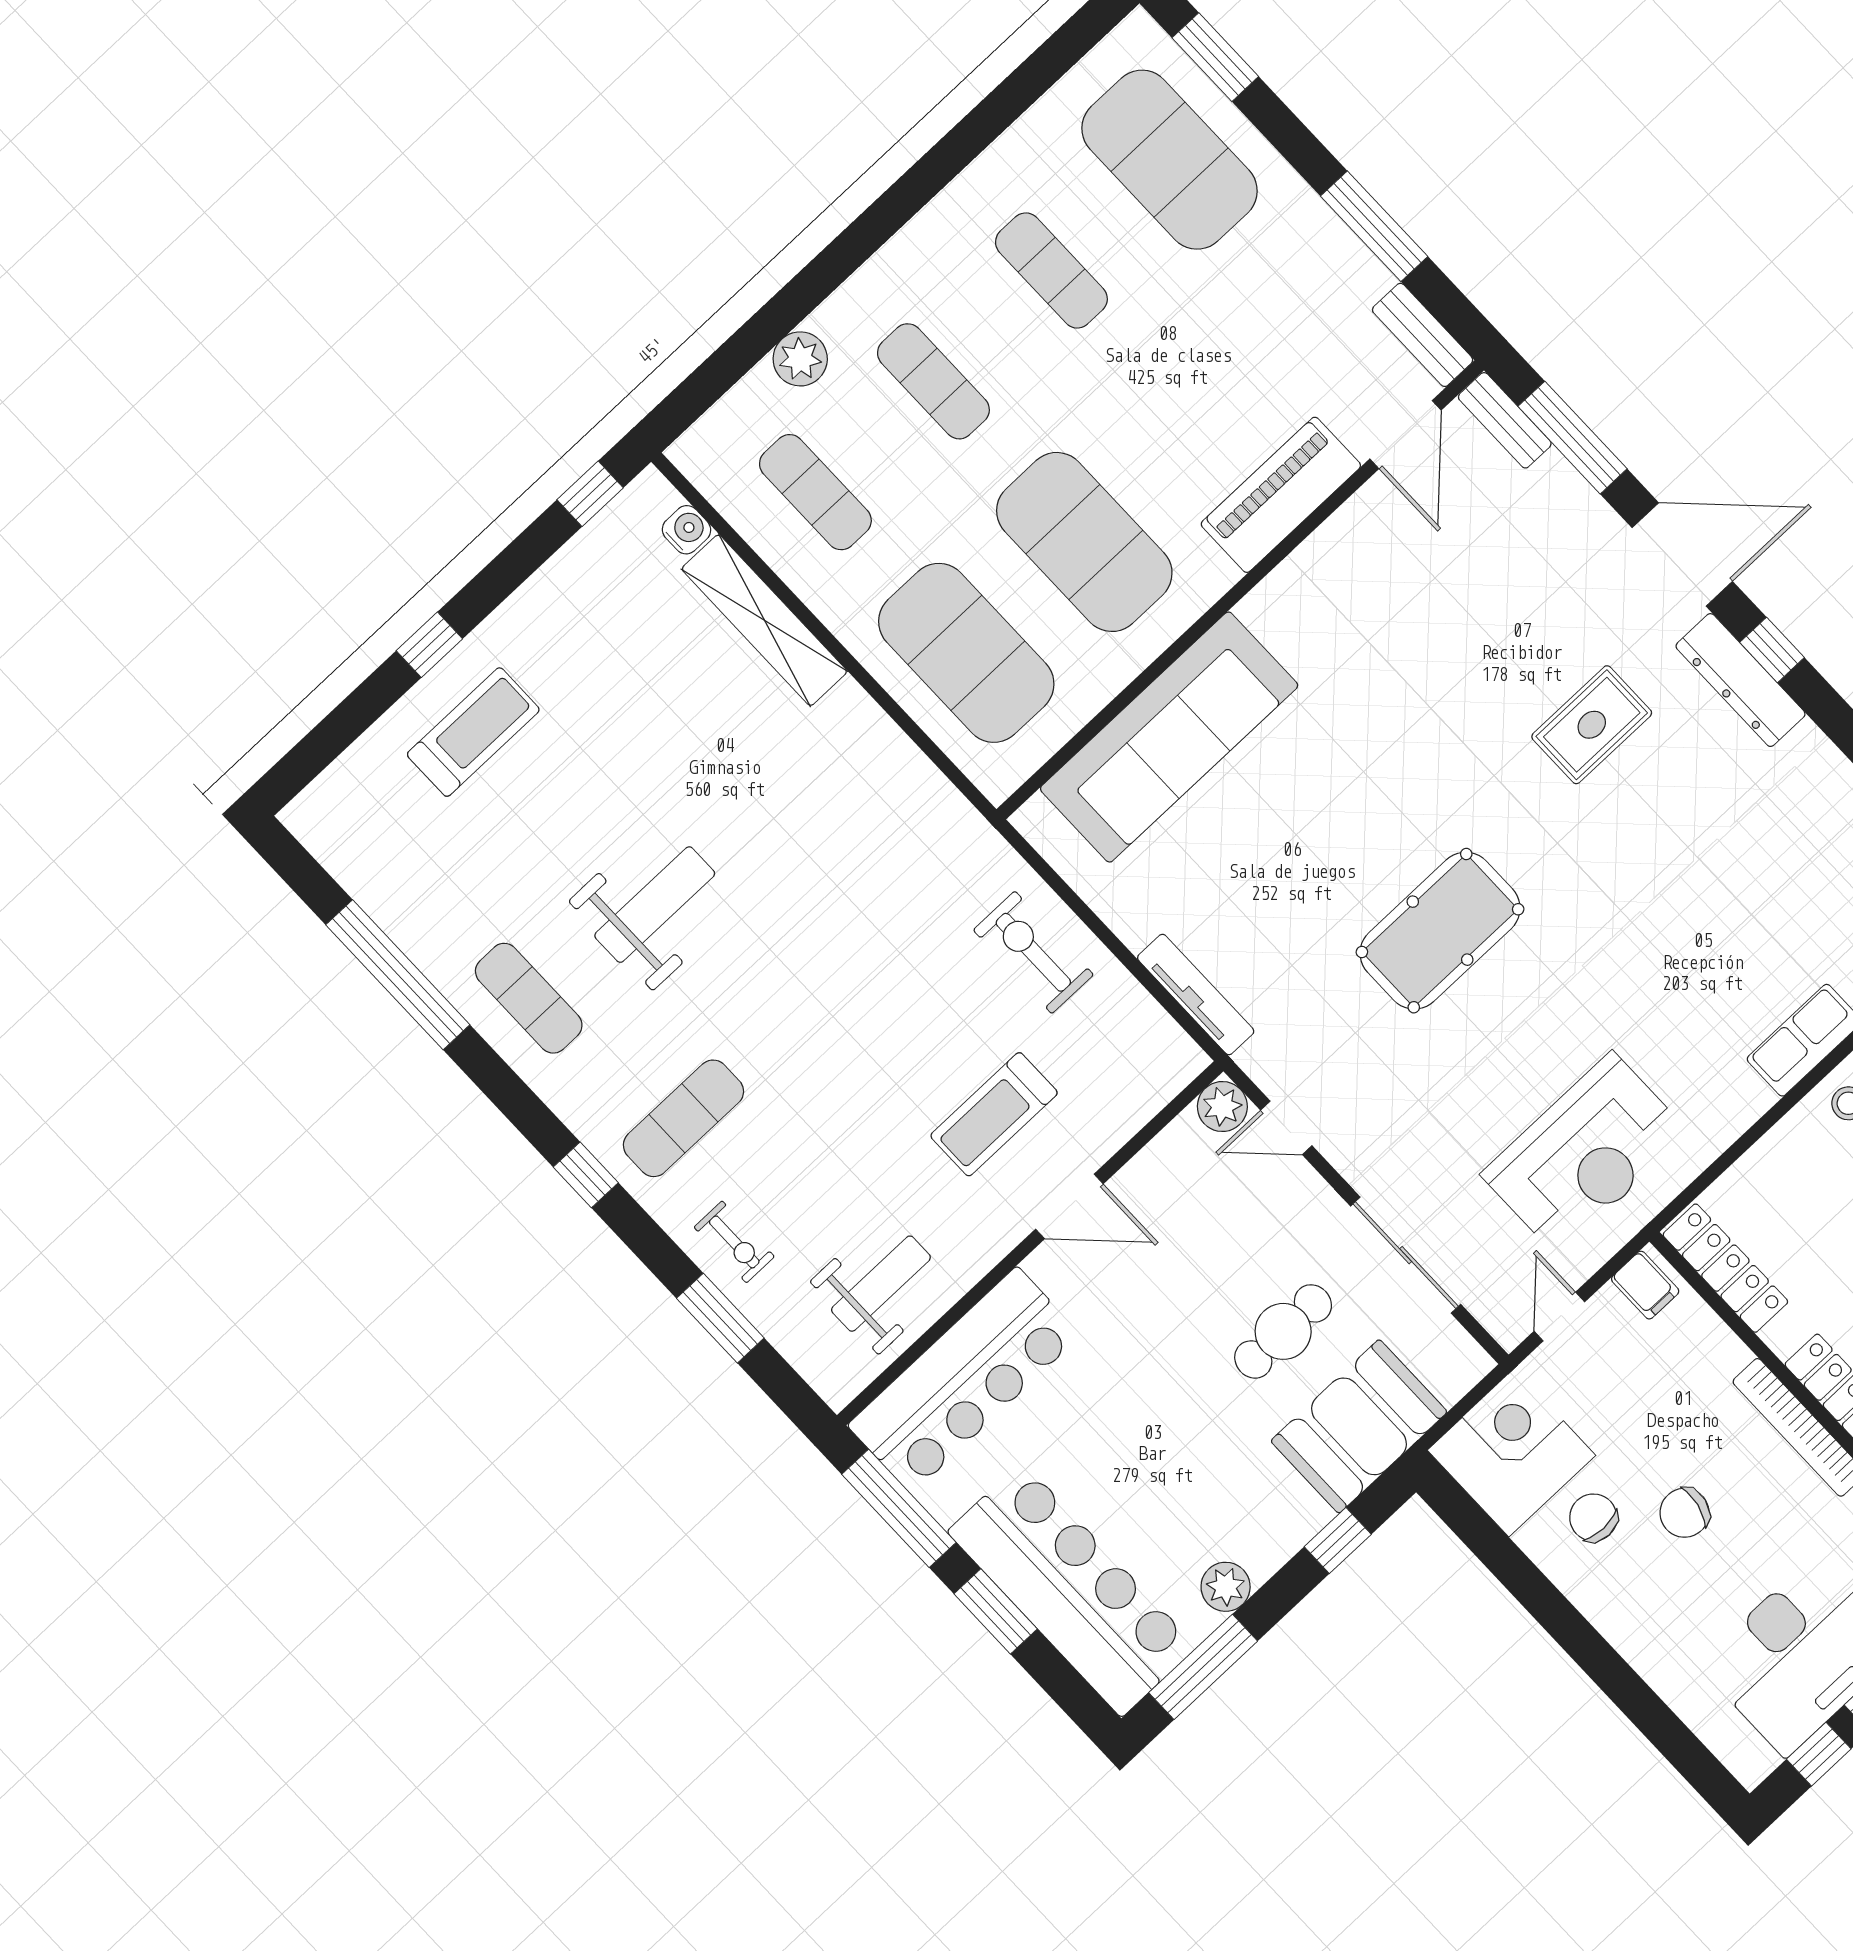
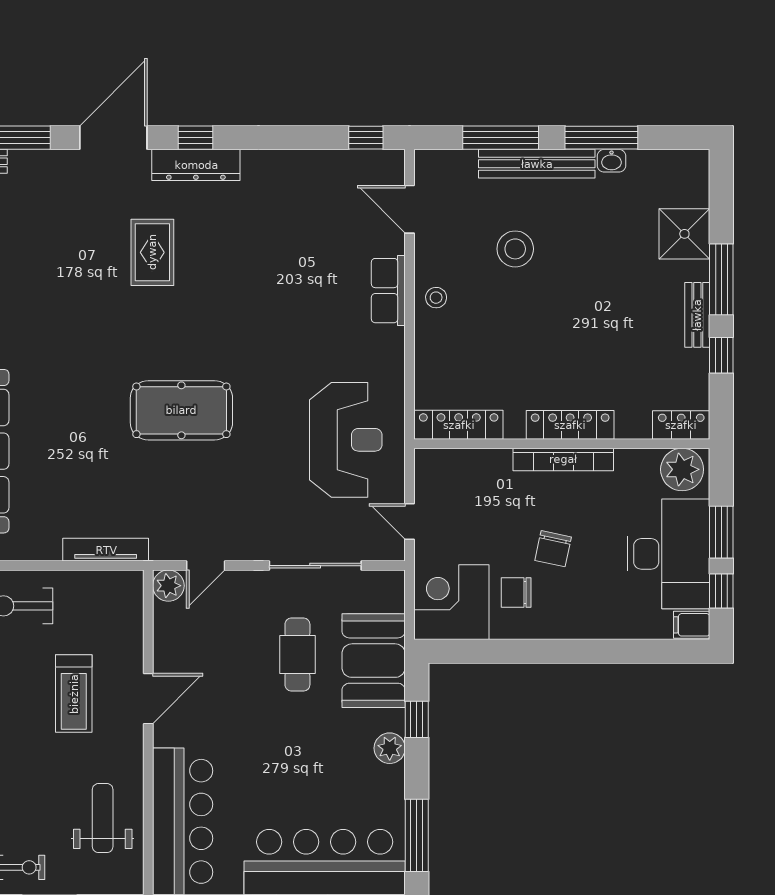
pool table: (1440, 931) -> (181, 410), turned 90
filing cabinet: (1645, 1285) -> (692, 625), moved, turned 180
plant: (1226, 1587) -> (390, 748), moved

